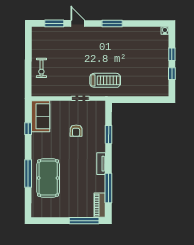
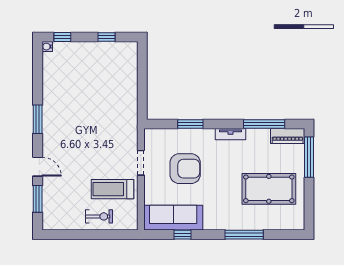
door: (78, 23) -> (38, 167), swing flipped
window: (172, 54) -> (62, 37), moved
treadmill: (105, 80) -> (112, 189), moved, turned -90
sofa: (40, 116) -> (173, 218), width x1.36
armchair: (76, 131) -> (185, 169), width x1.88, depth x1.88
pool table: (48, 178) -> (269, 189), moved

